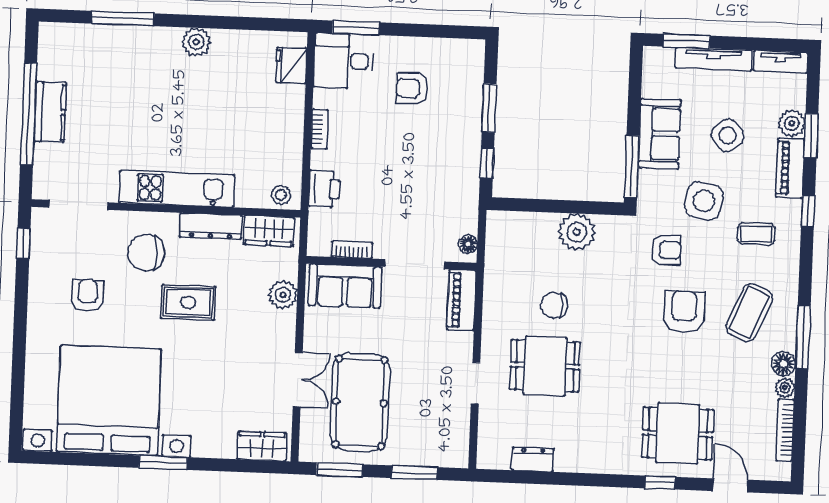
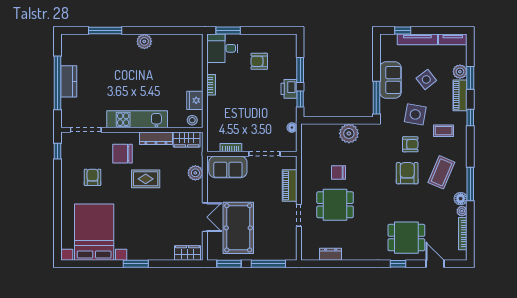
window: (687, 41) -> (403, 31), width x0.67
fridge: (291, 65) -> (195, 100), moved
printer: (324, 189) -> (289, 89), moved, turned 180
floor lamp: (468, 244) -> (292, 128), moved
armchair: (666, 250) -> (410, 144), moved
piano: (462, 300) -> (290, 186), moved
bed with nightstands: (109, 400) -> (94, 232), width x0.73
window: (414, 473) -> (268, 264), width x1.44

